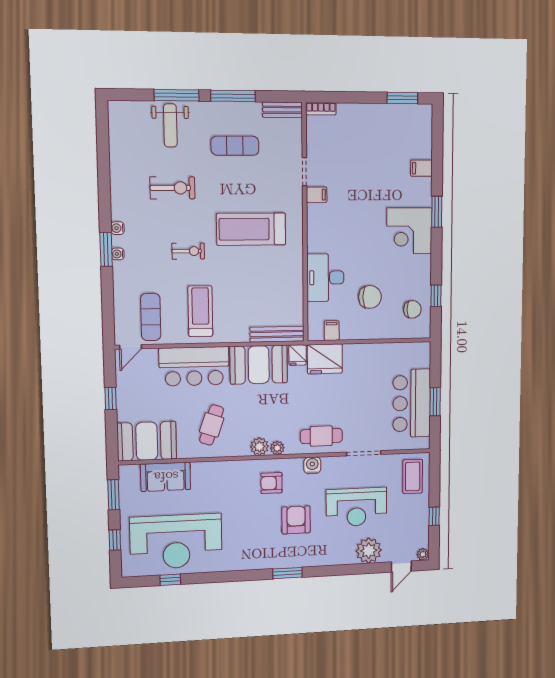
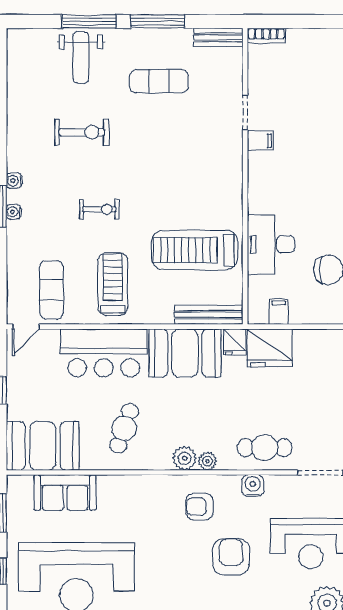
treadmill: (251, 229) -> (195, 250), moved

